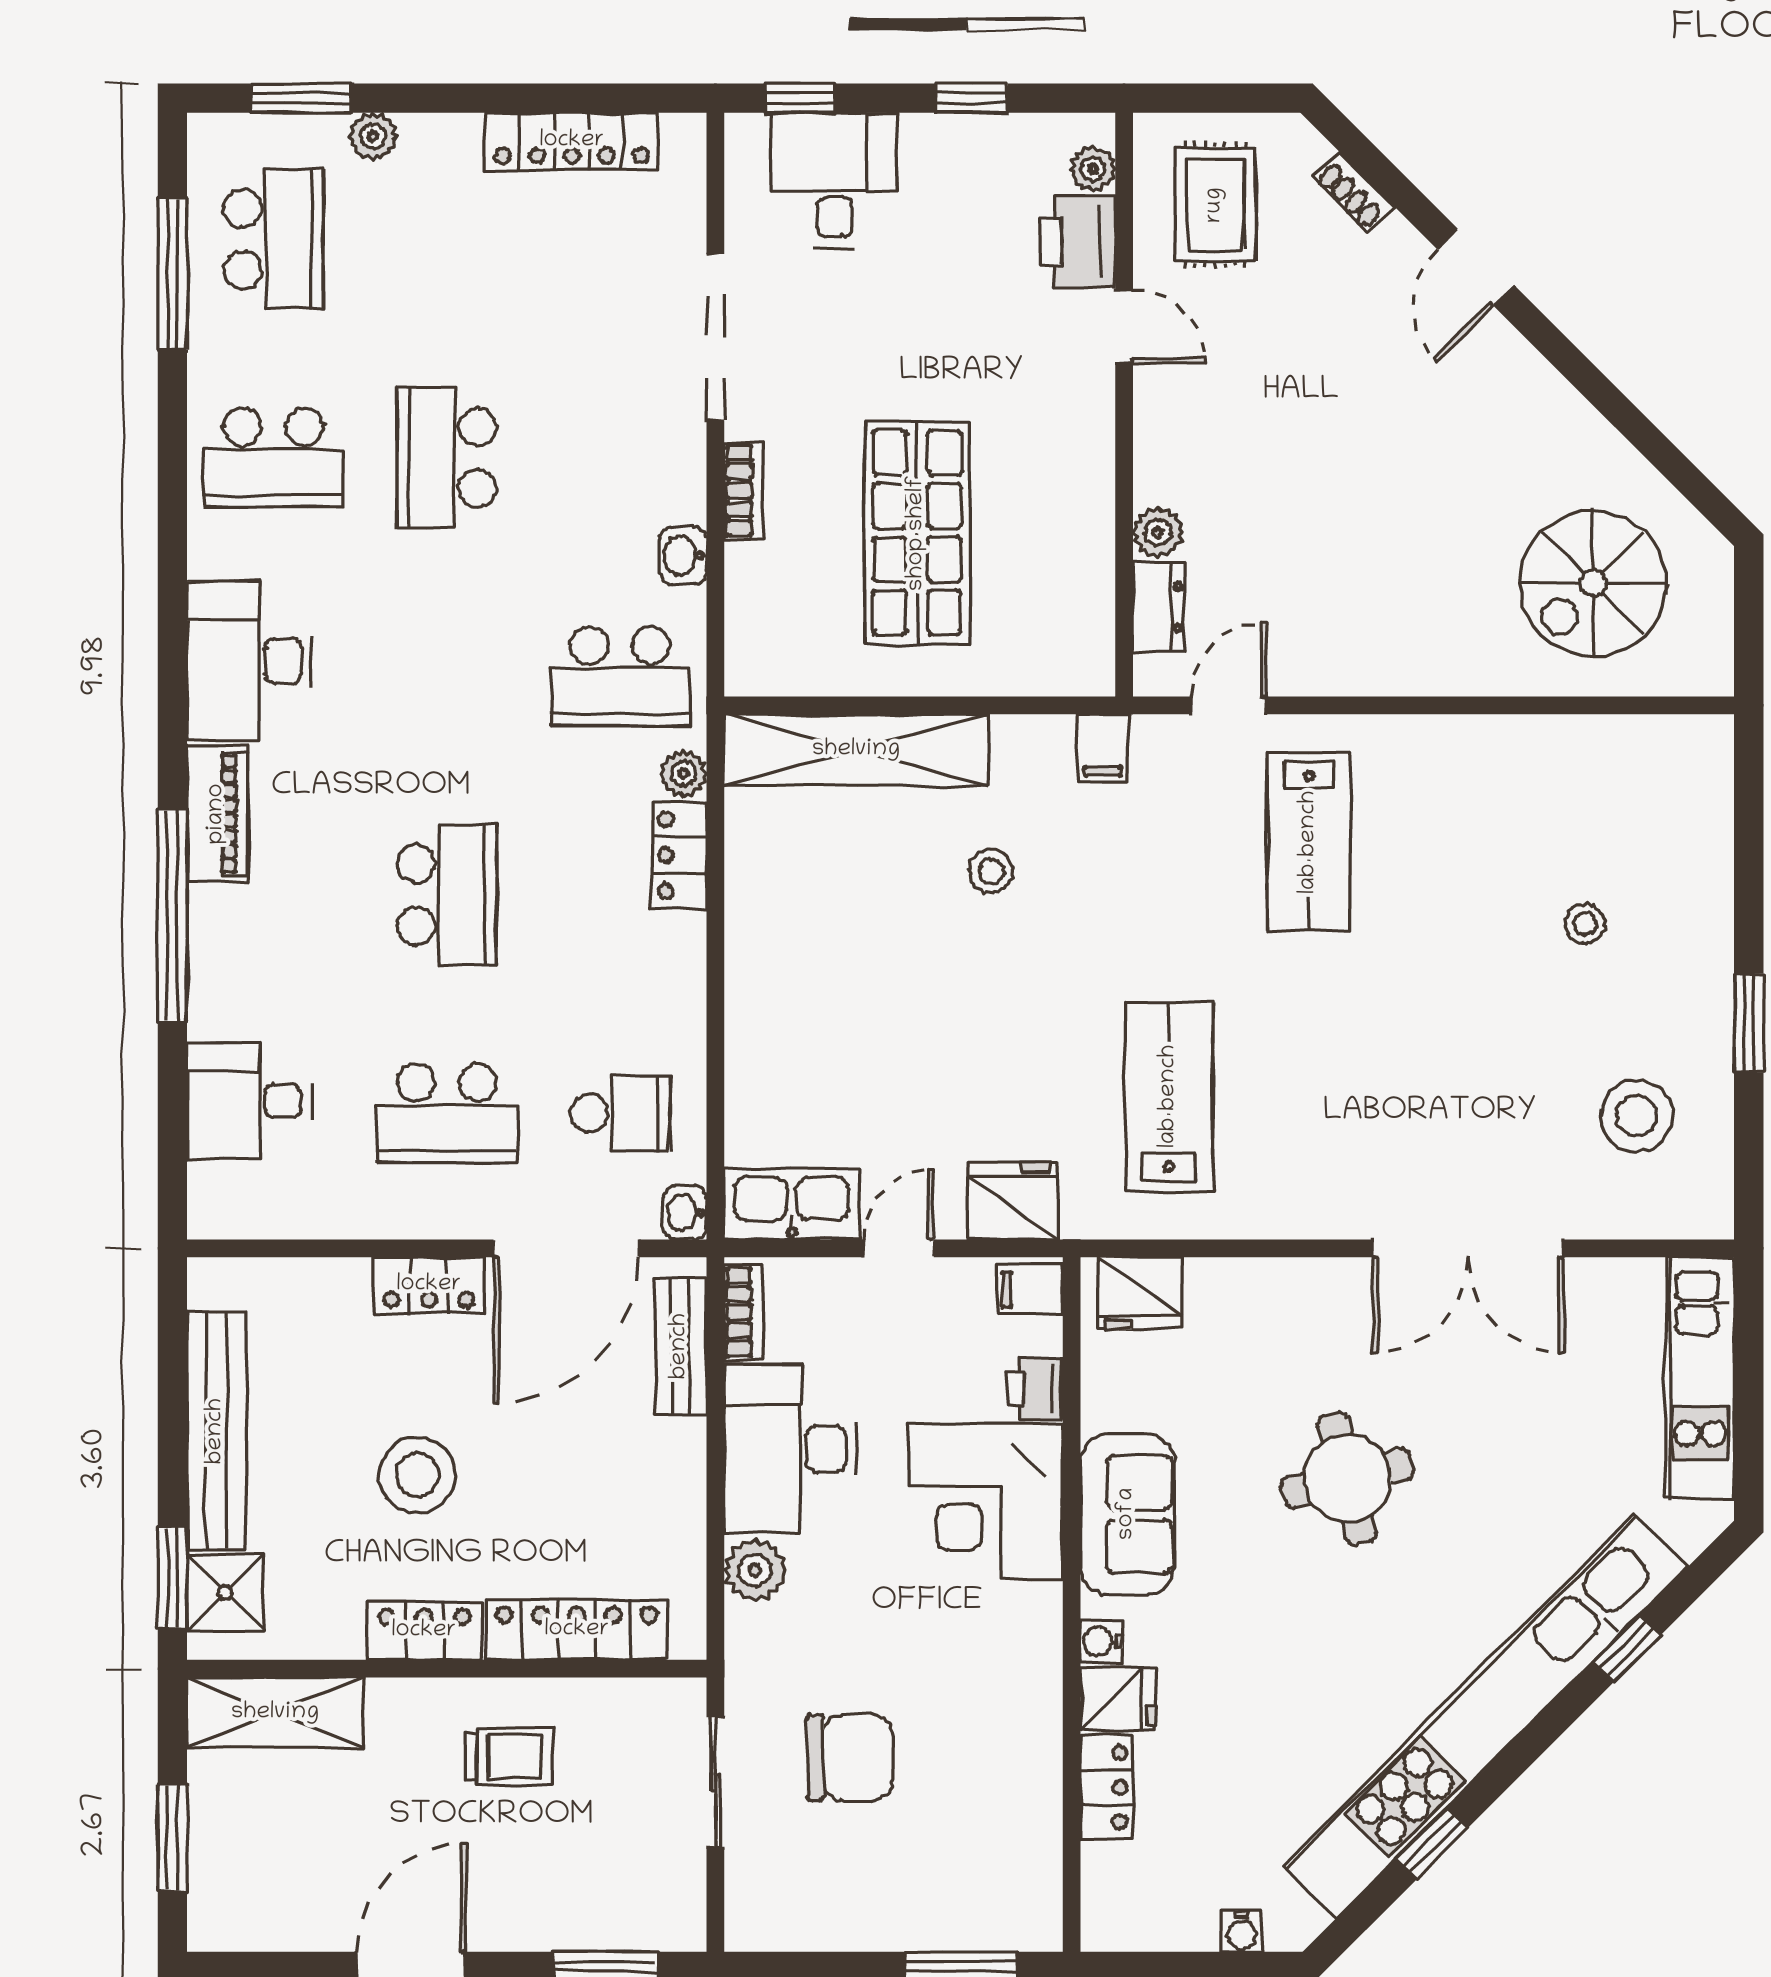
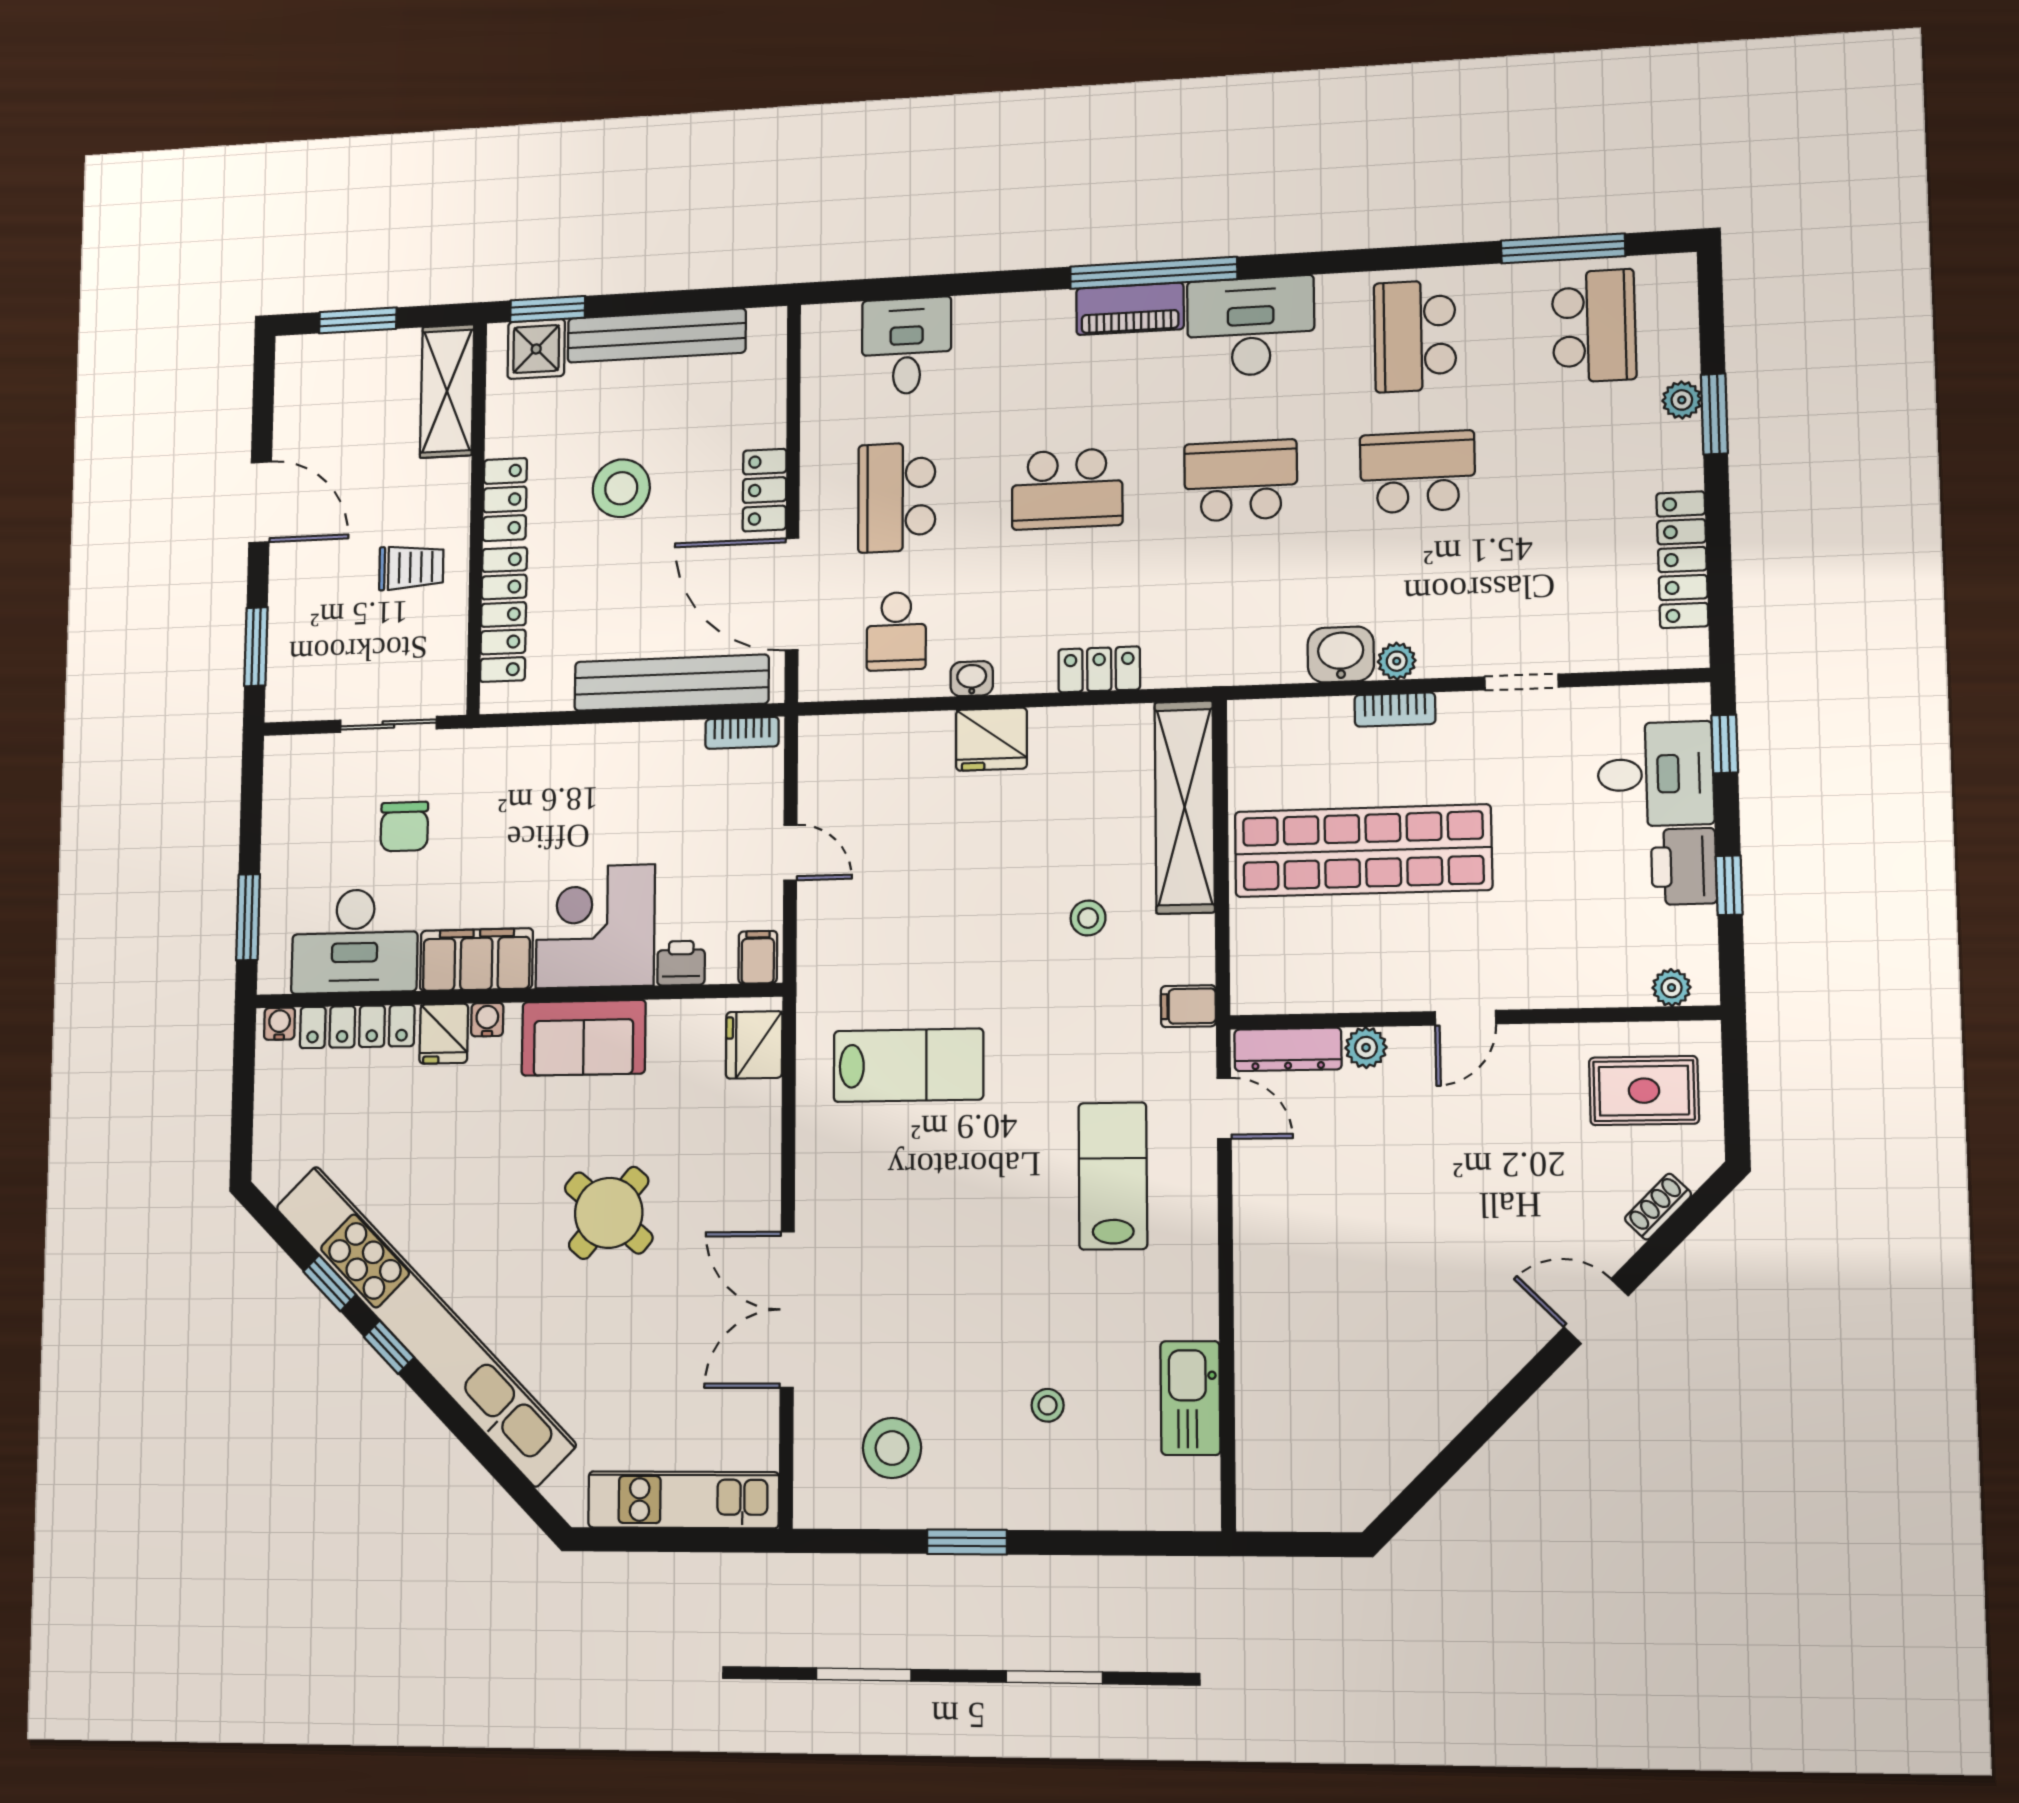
window: (301, 98) -> (1714, 414), moved
school desk: (273, 239) -> (1594, 326), turned -90
printer: (1078, 242) -> (1684, 866), moved, turned -90
door: (1124, 327) -> (1466, 1018), moved
doorway: (715, 337) -> (1522, 682), width x0.53
shop shelf: (917, 533) -> (1363, 851), width x1.40
washbasin: (683, 556) -> (1341, 654), width x1.38, depth x1.45
spiral stairs: (1593, 583) -> (1329, 1412), removed
dresser: (1158, 607) -> (1288, 1049), width x1.44
school desk: (620, 676) -> (1241, 481), moved, turned 90
plant: (683, 773) -> (1397, 661), moved
lab bench: (1309, 842) -> (1113, 1176), turned 90
window: (172, 915) -> (1153, 273), moved
fridge: (1012, 1201) -> (991, 739), moved, turned 90
kitchen sink: (792, 1204) -> (1190, 1398), moved, turned 180
washbasin: (685, 1213) -> (972, 679), moved
bench: (680, 1346) -> (671, 683), width x1.86, depth x1.21
desk: (790, 1449) -> (355, 941), moved, turned 180
round table: (1347, 1478) -> (609, 1213), turned -36
plant: (755, 1570) -> (546, 749), removed
window: (1627, 1648) -> (389, 1347), moved
filing cabinet: (1024, 1657) -> (476, 960), added
trolley: (509, 1756) -> (411, 567), turned -90
chair: (850, 1758) -> (404, 827), width x0.73, depth x0.73
locker: (1107, 1787) -> (357, 1027), width x1.53
water cooler: (1242, 1931) -> (279, 1024), moved, turned 90

